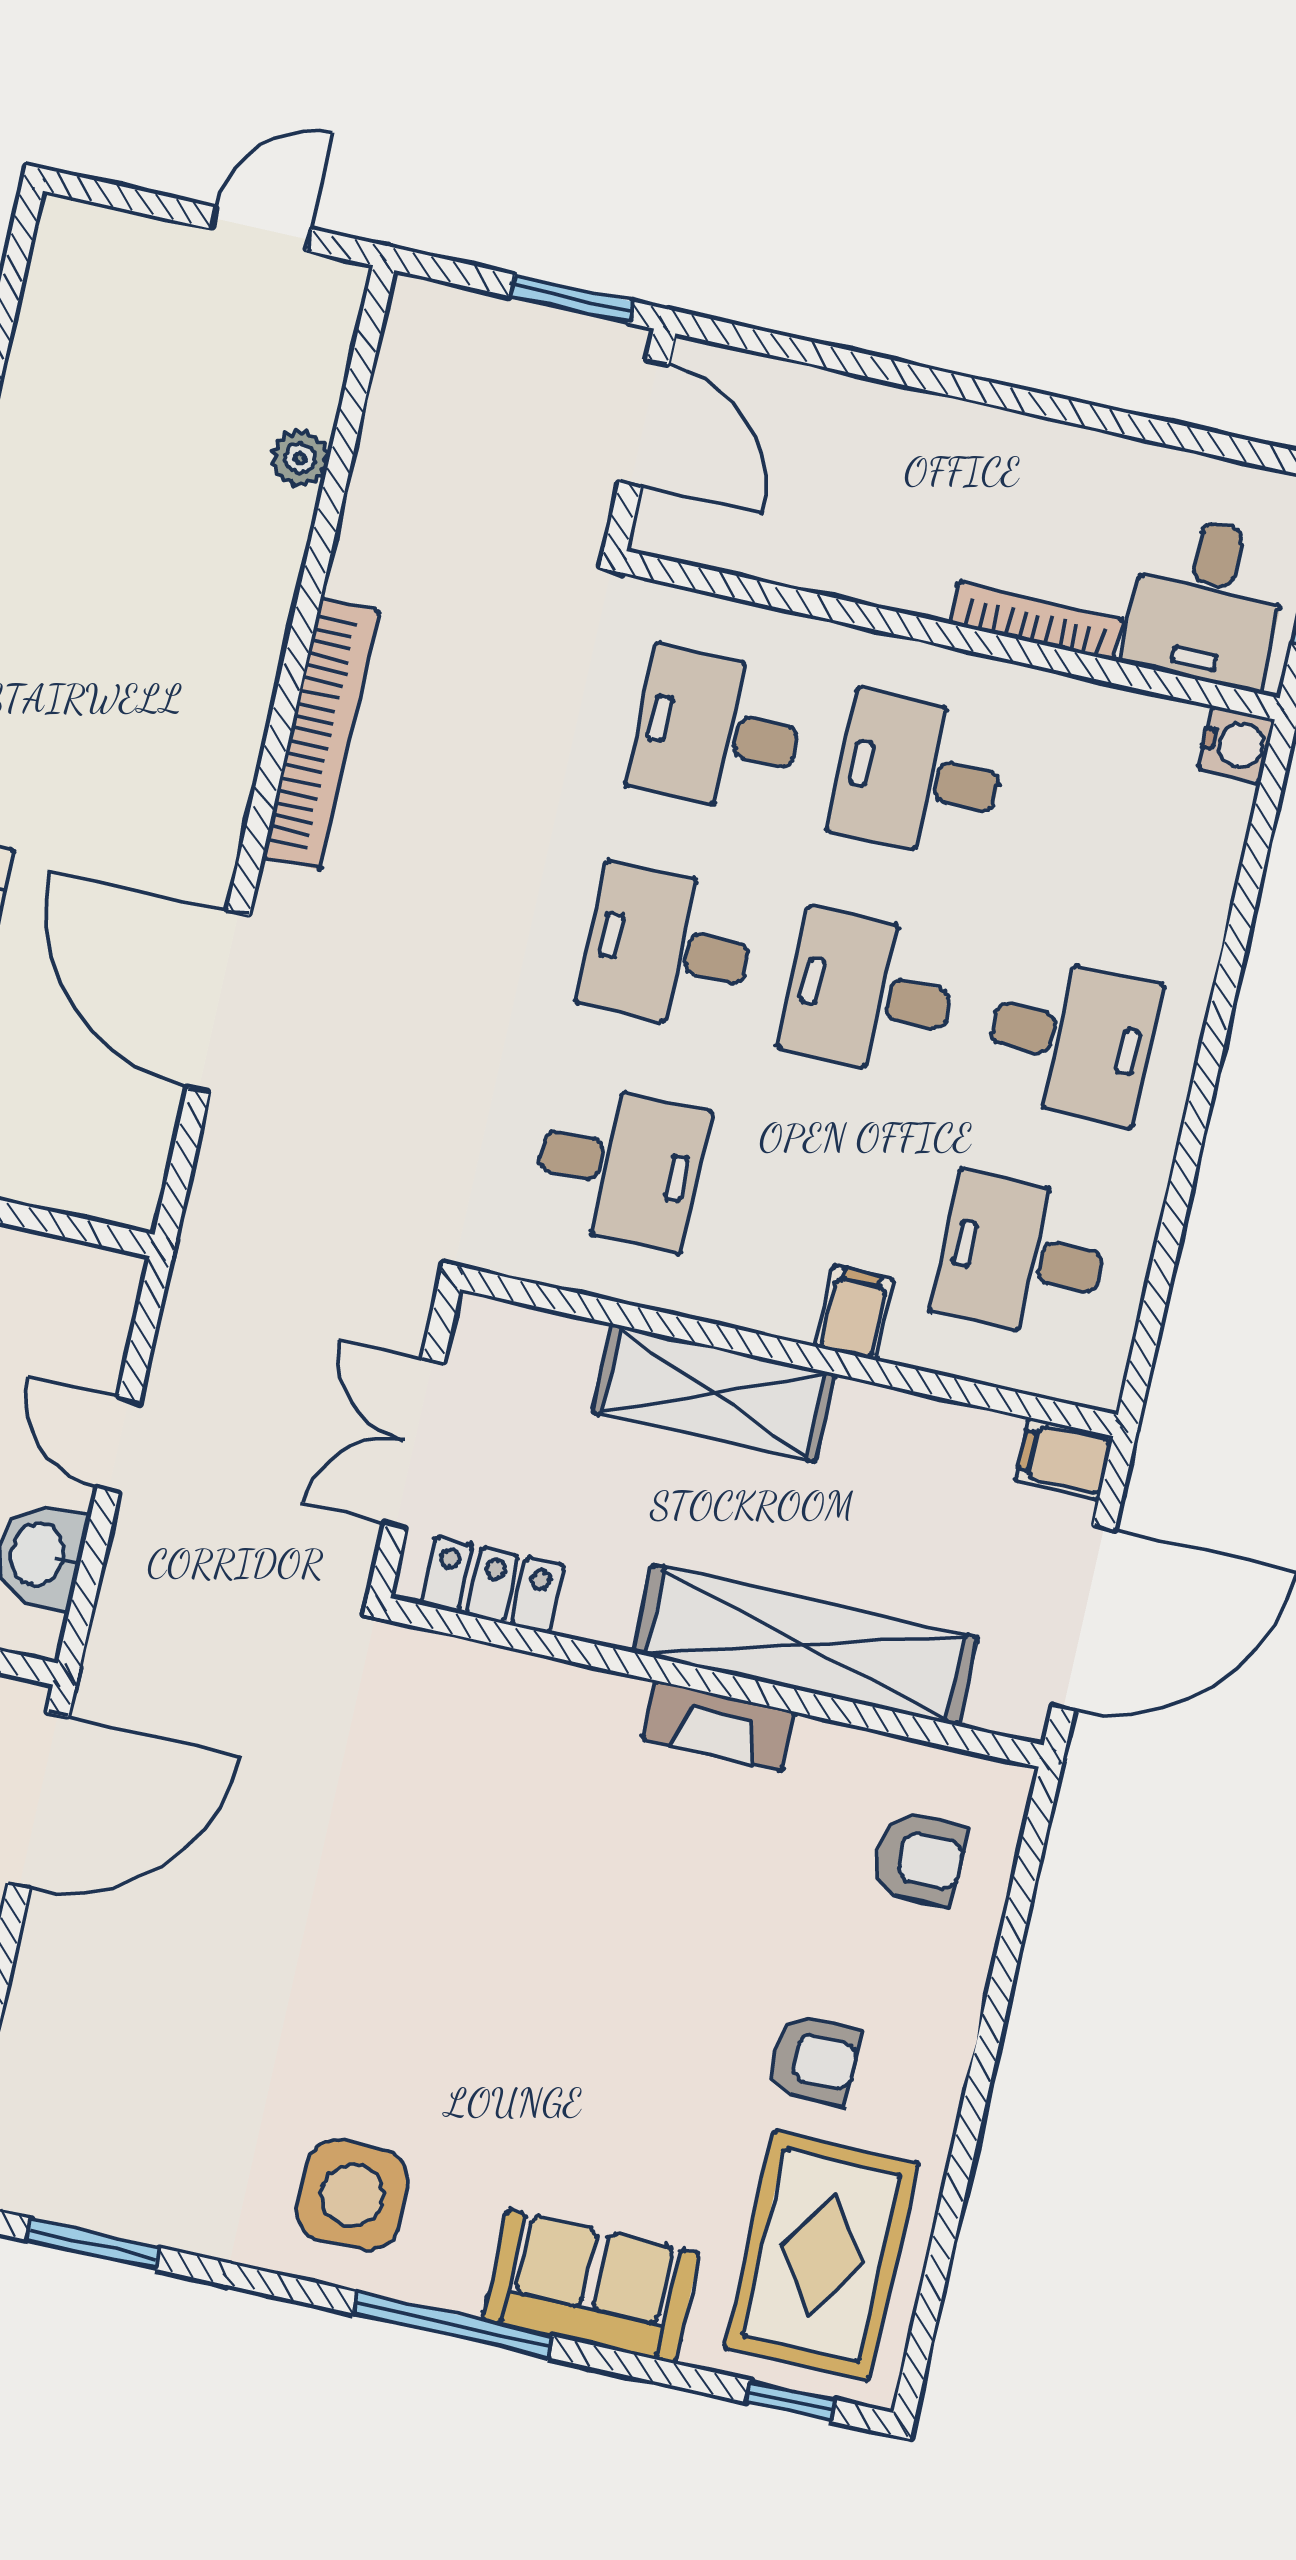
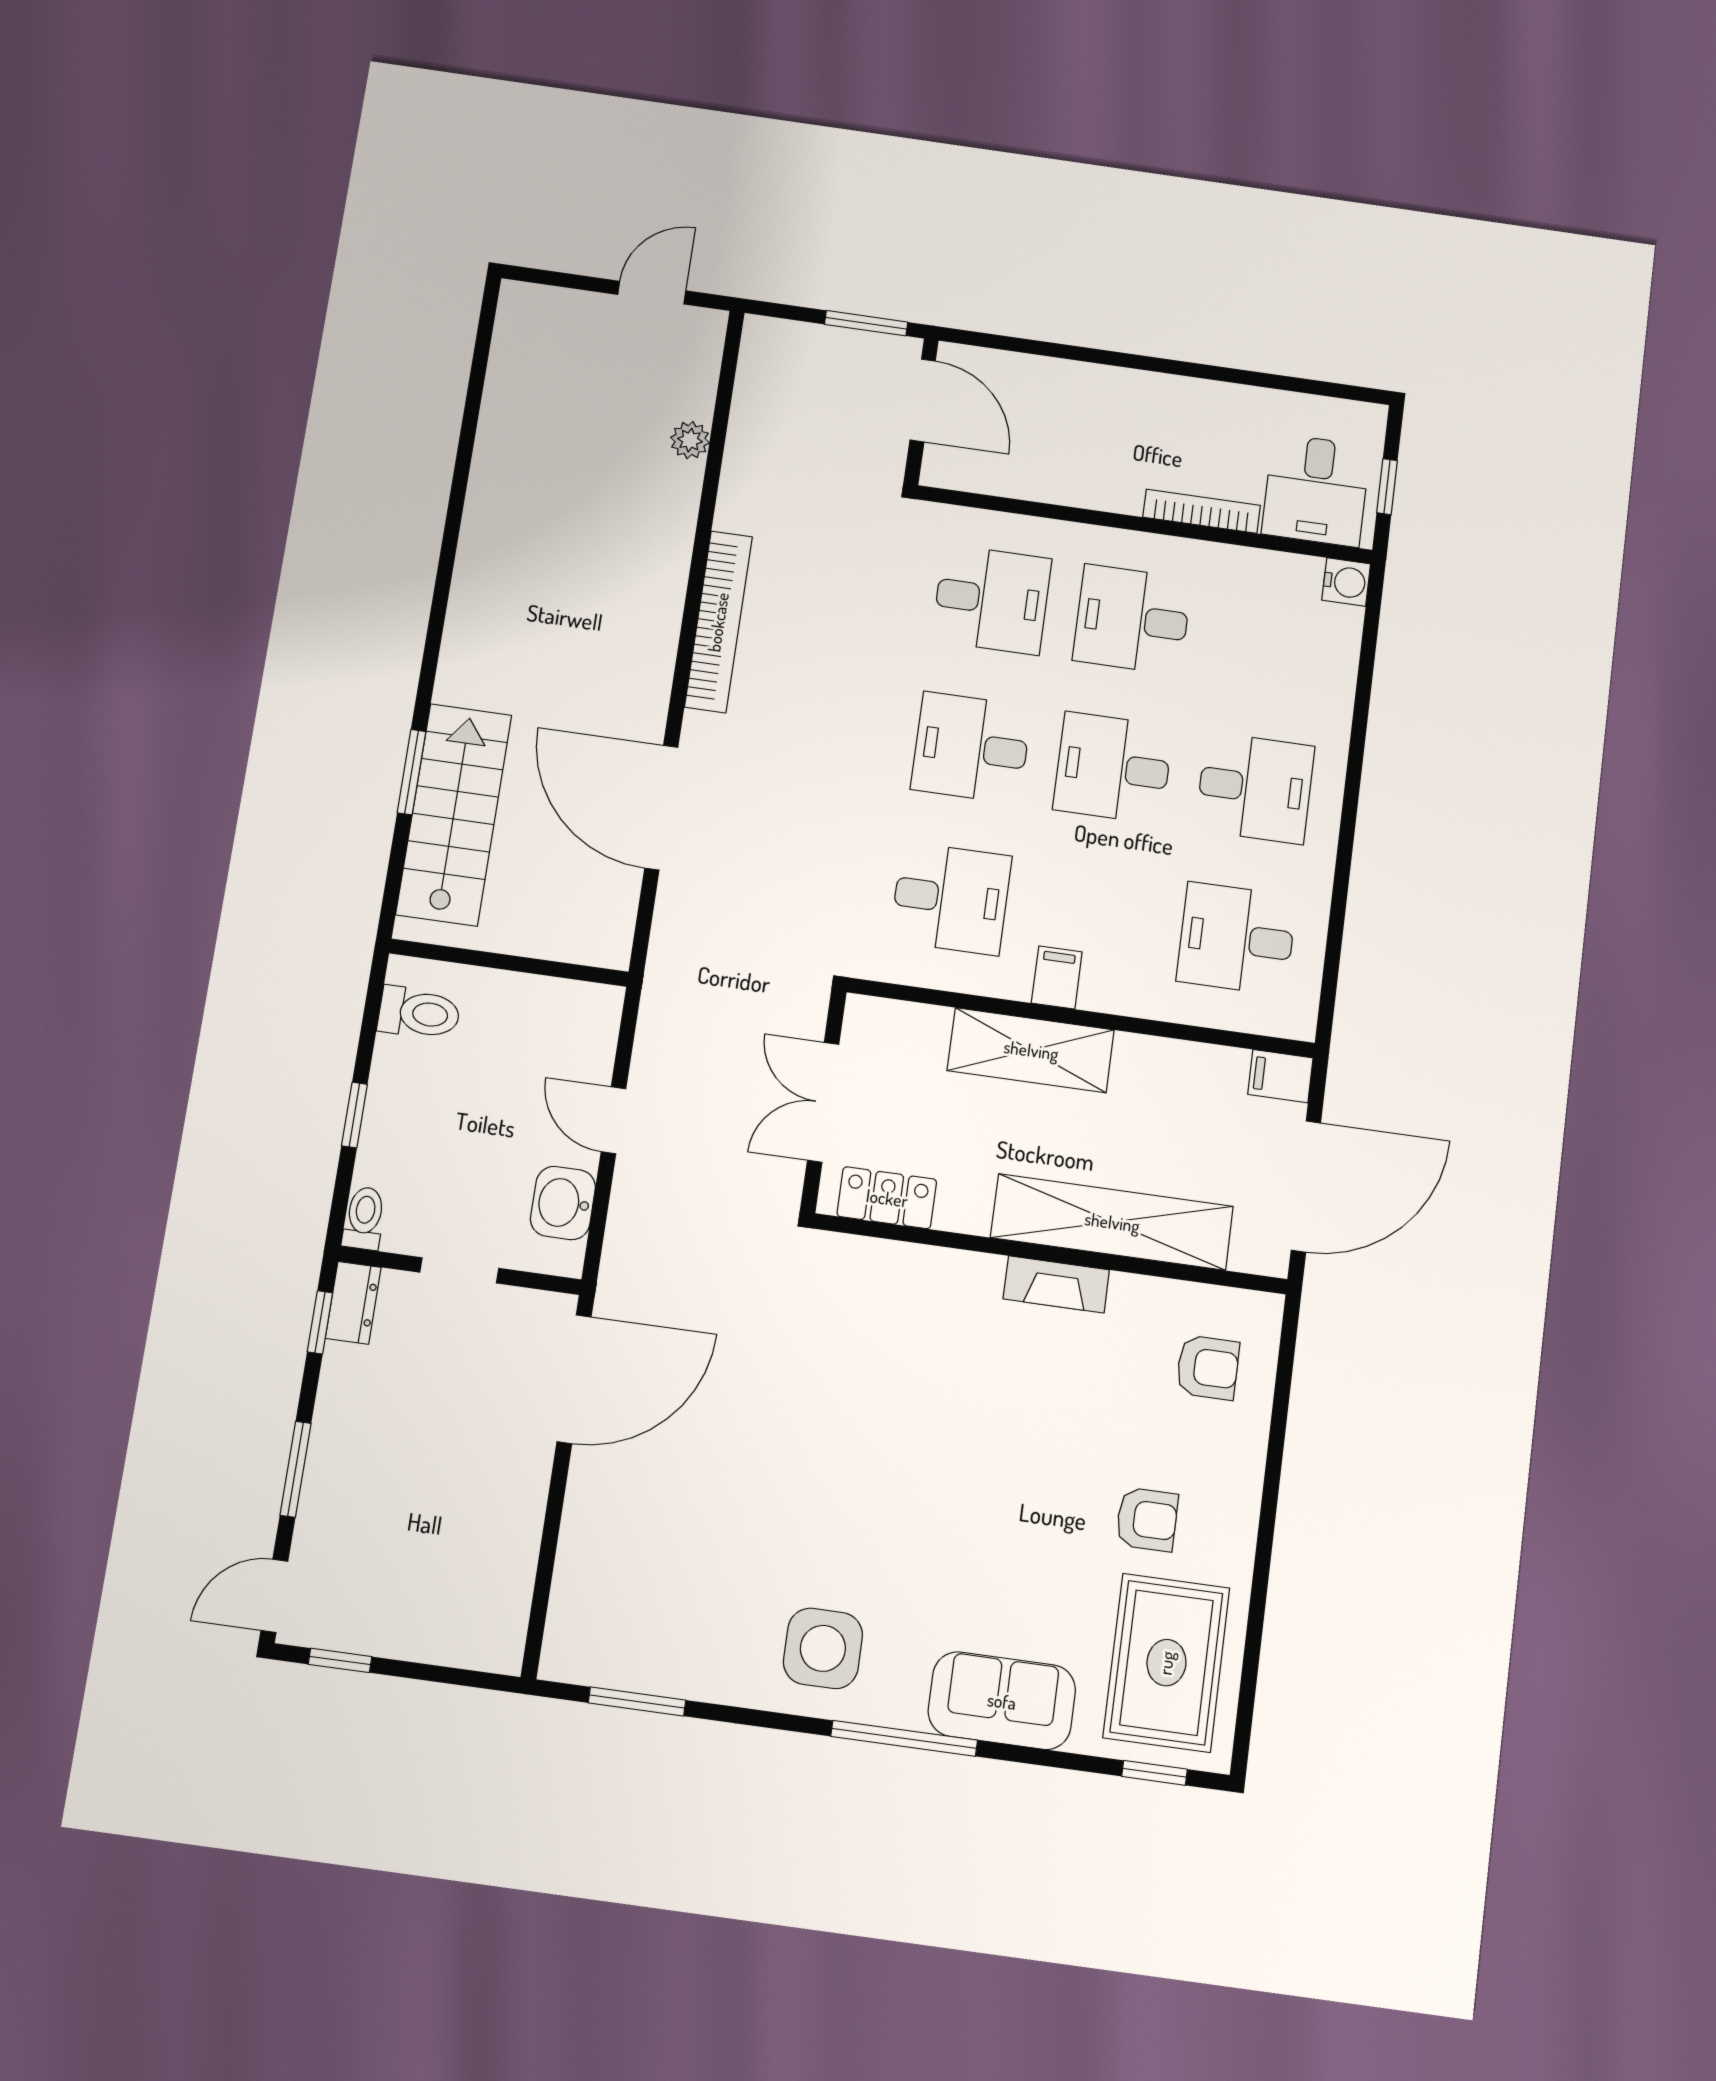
desk: (718, 731) -> (992, 600), turned 180
filing cabinet: (854, 1313) -> (1057, 977), moved

